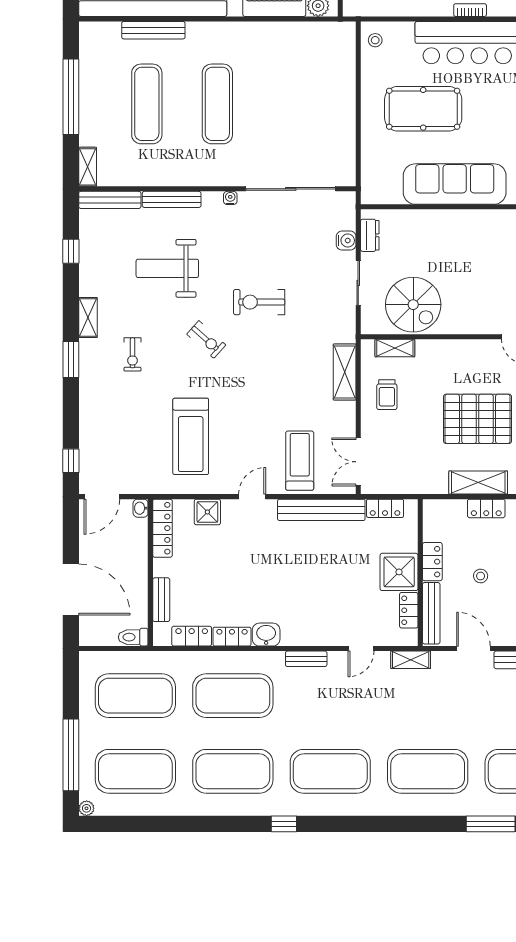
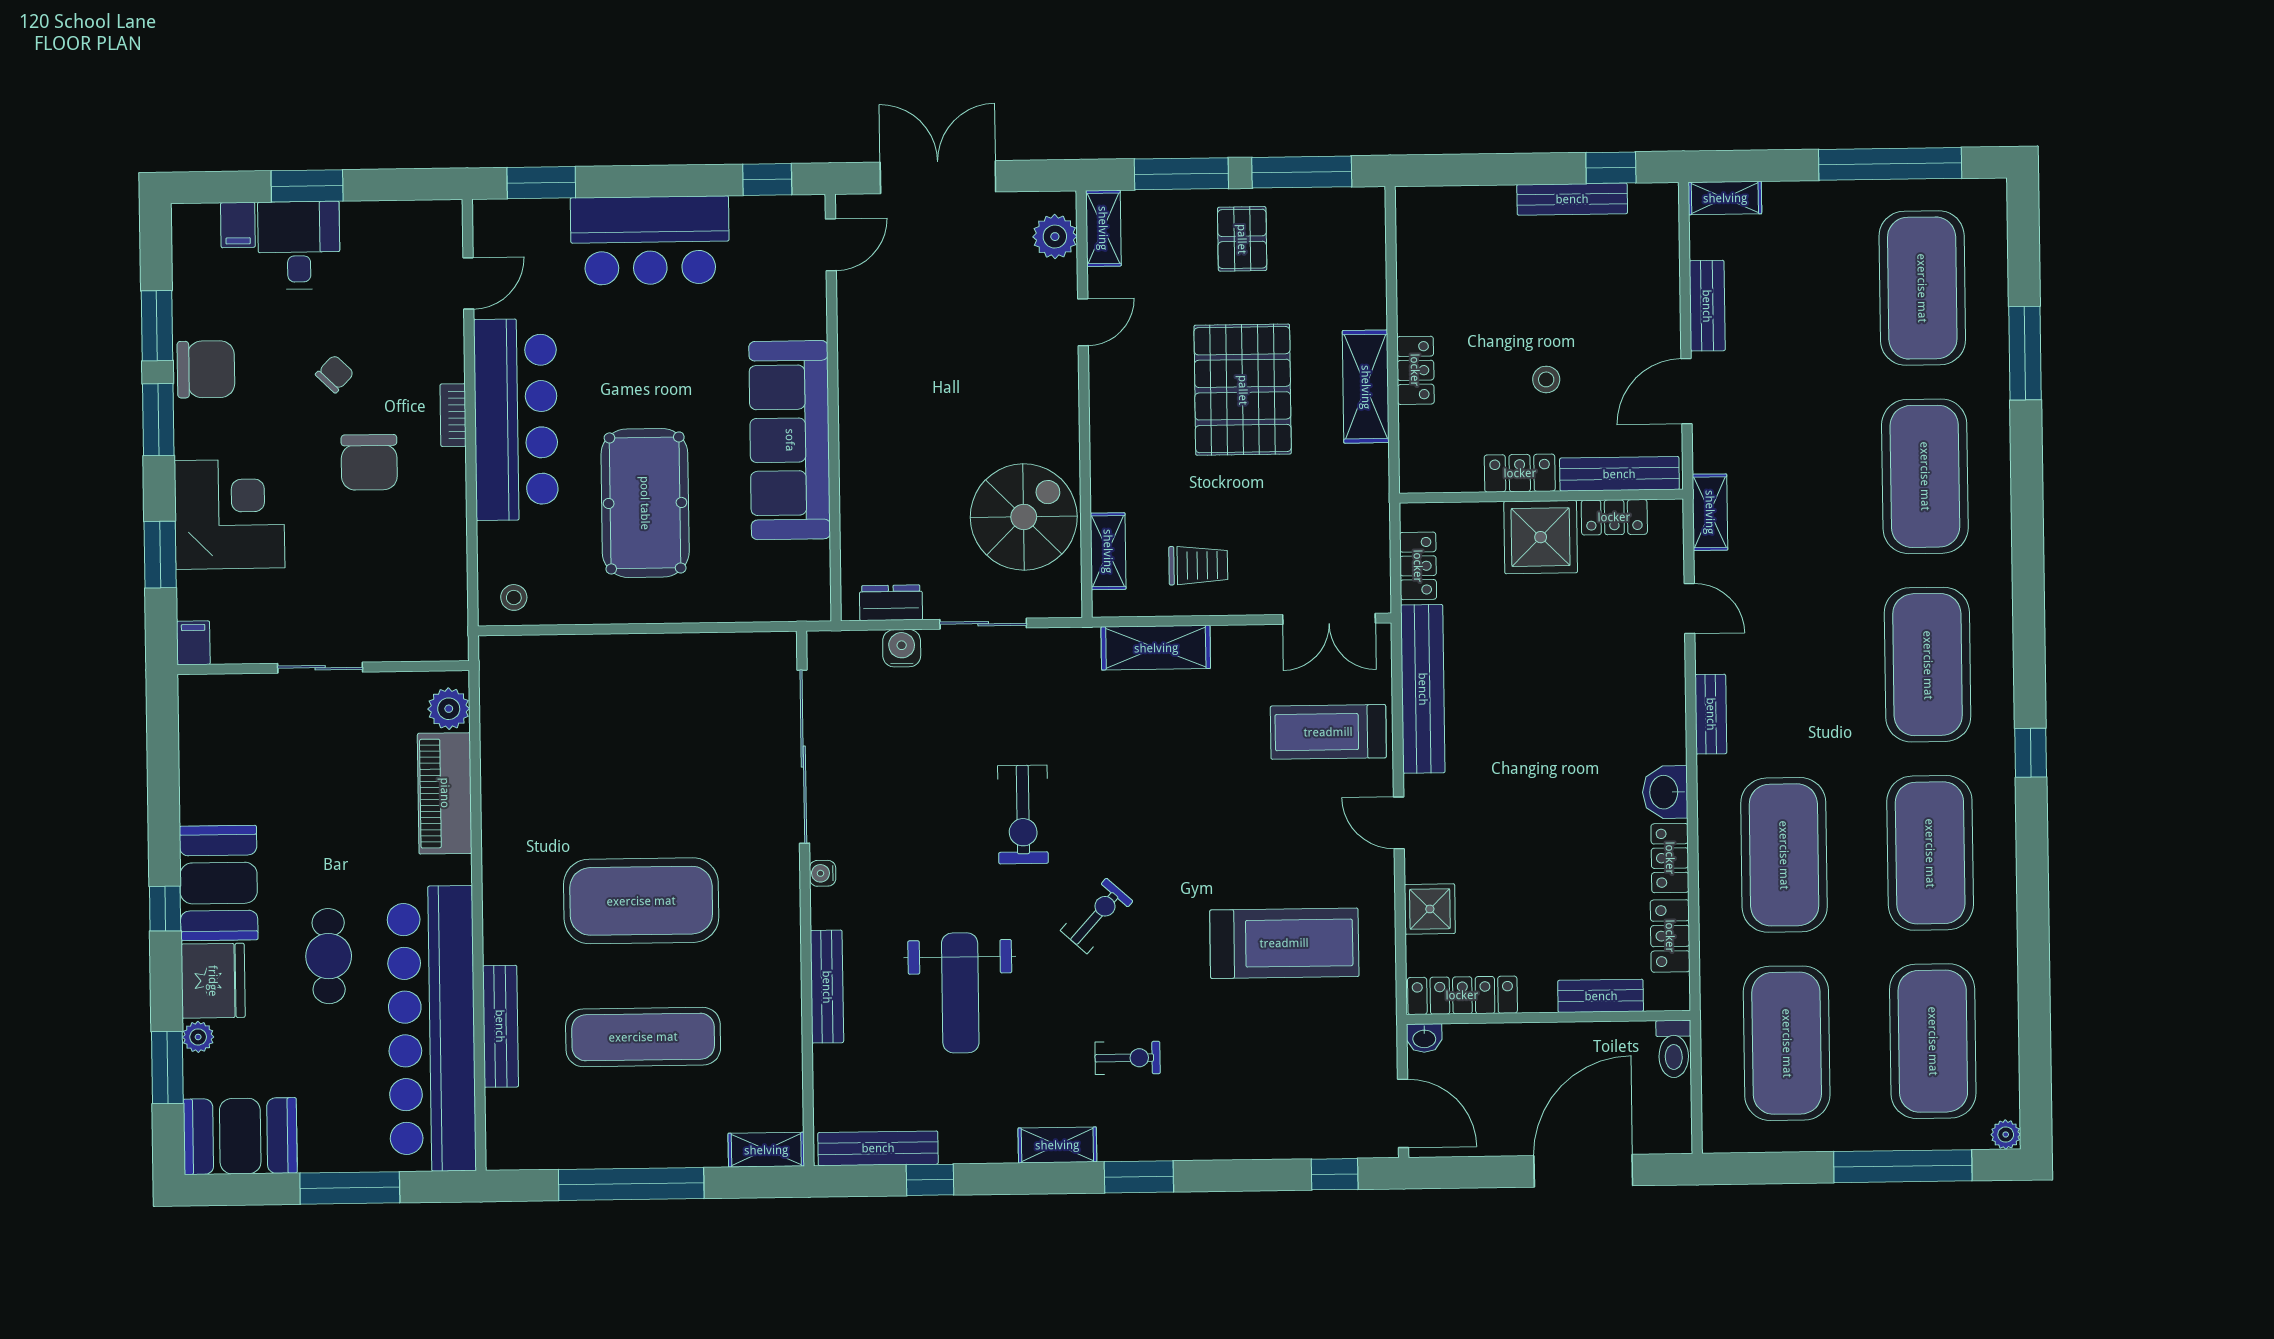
exercise mat: (217, 104) -> (641, 901), width x1.47
bench: (110, 200) -> (878, 1148), moved, turned 90

